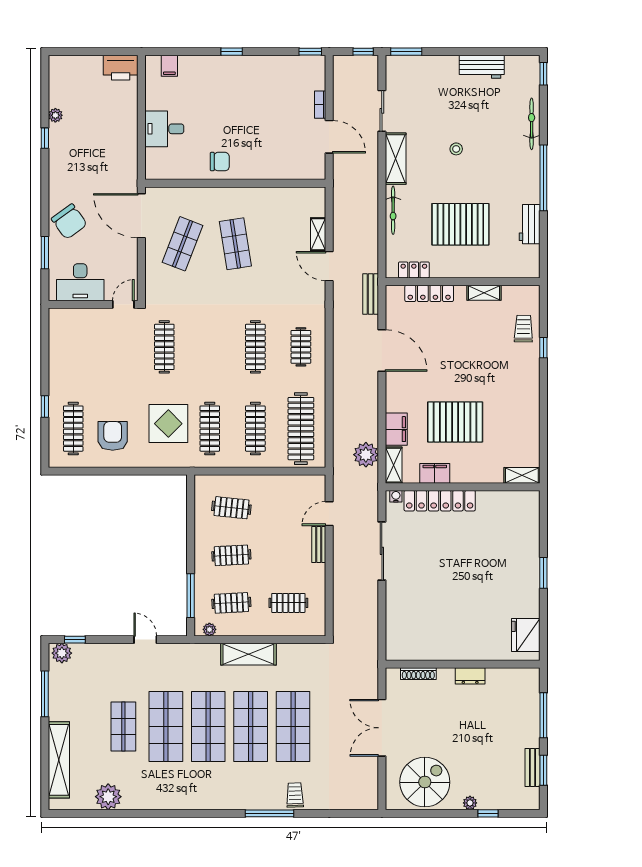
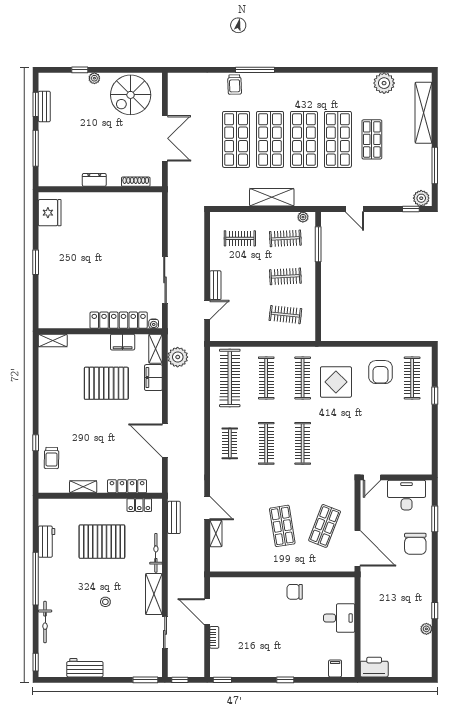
chair: (69, 222) -> (415, 544), turned -144
bench: (371, 294) -> (174, 517), moved
clothes rail: (164, 347) -> (303, 443), moved

